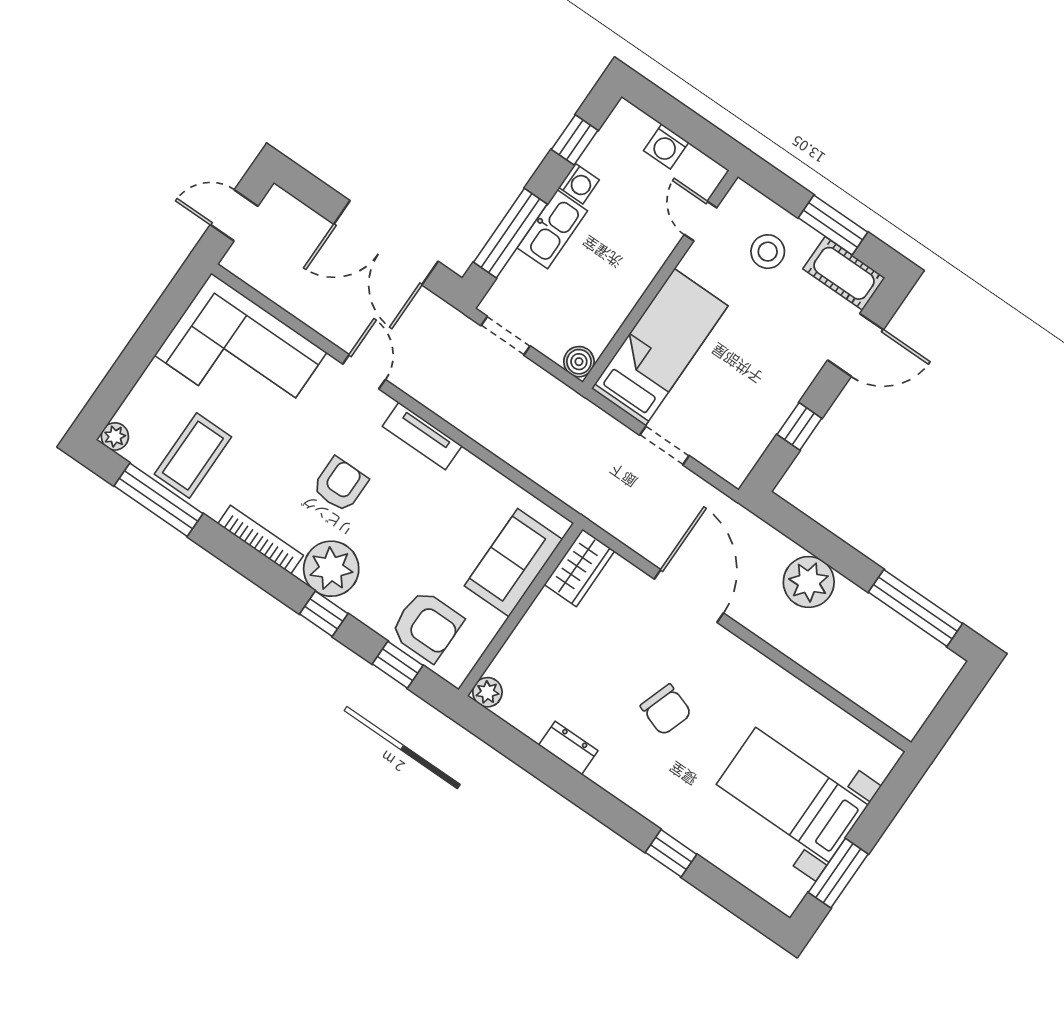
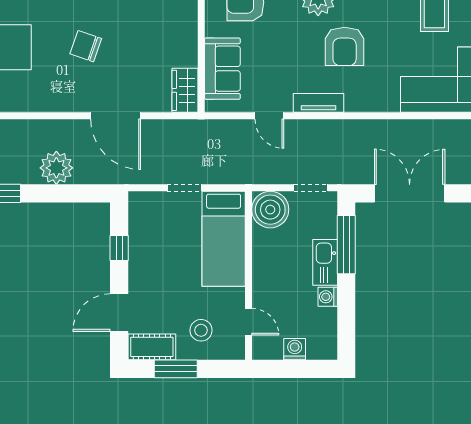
window: (575, 140) -> (346, 319), removed
boiler: (579, 362) -> (270, 210), width x1.86, depth x1.86
door: (364, 372) -> (269, 116), moved
armchair: (340, 484) -> (345, 46), width x1.38, depth x1.38

